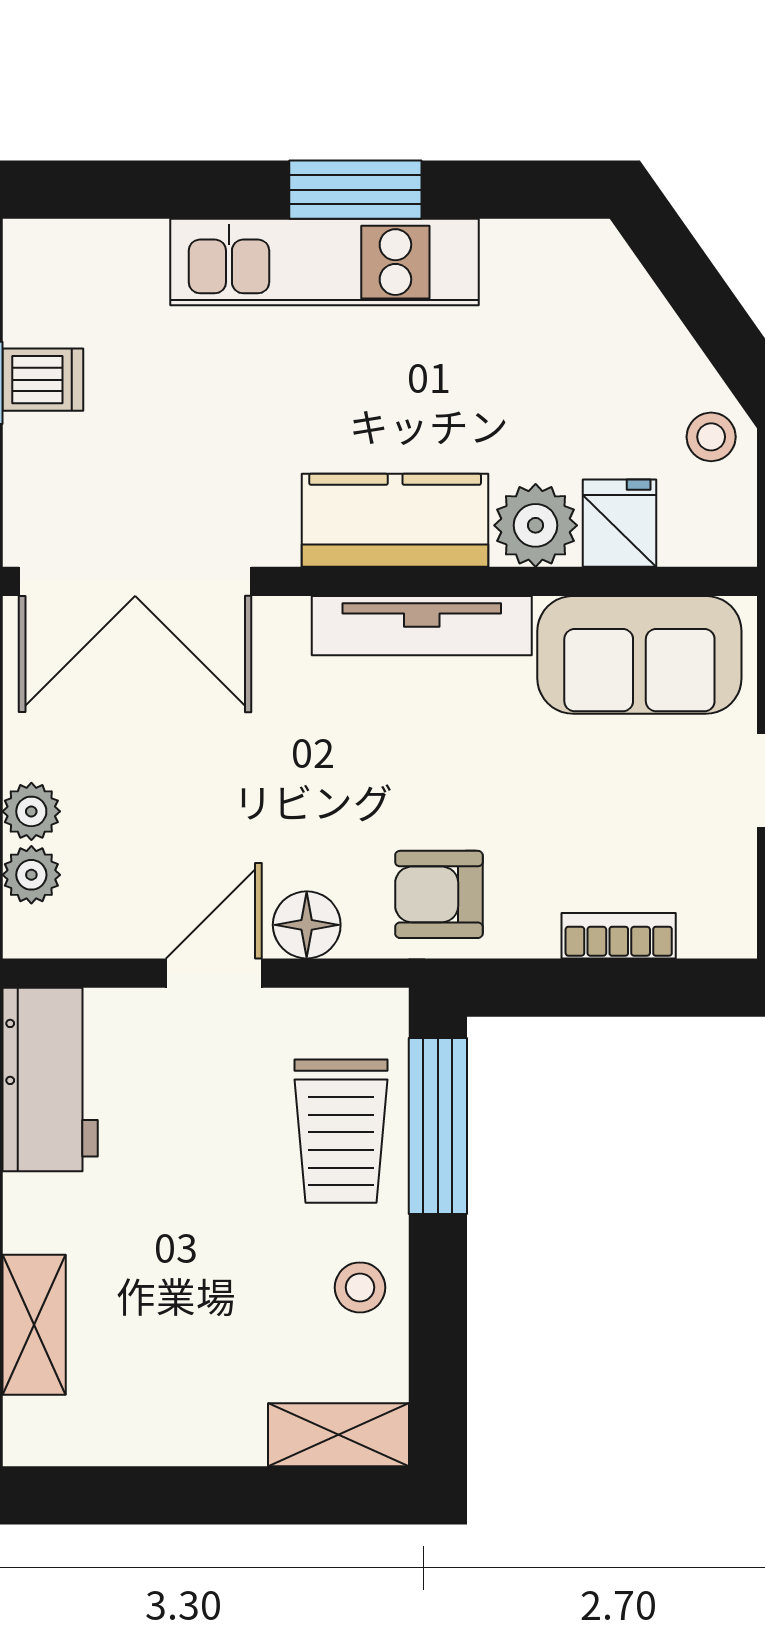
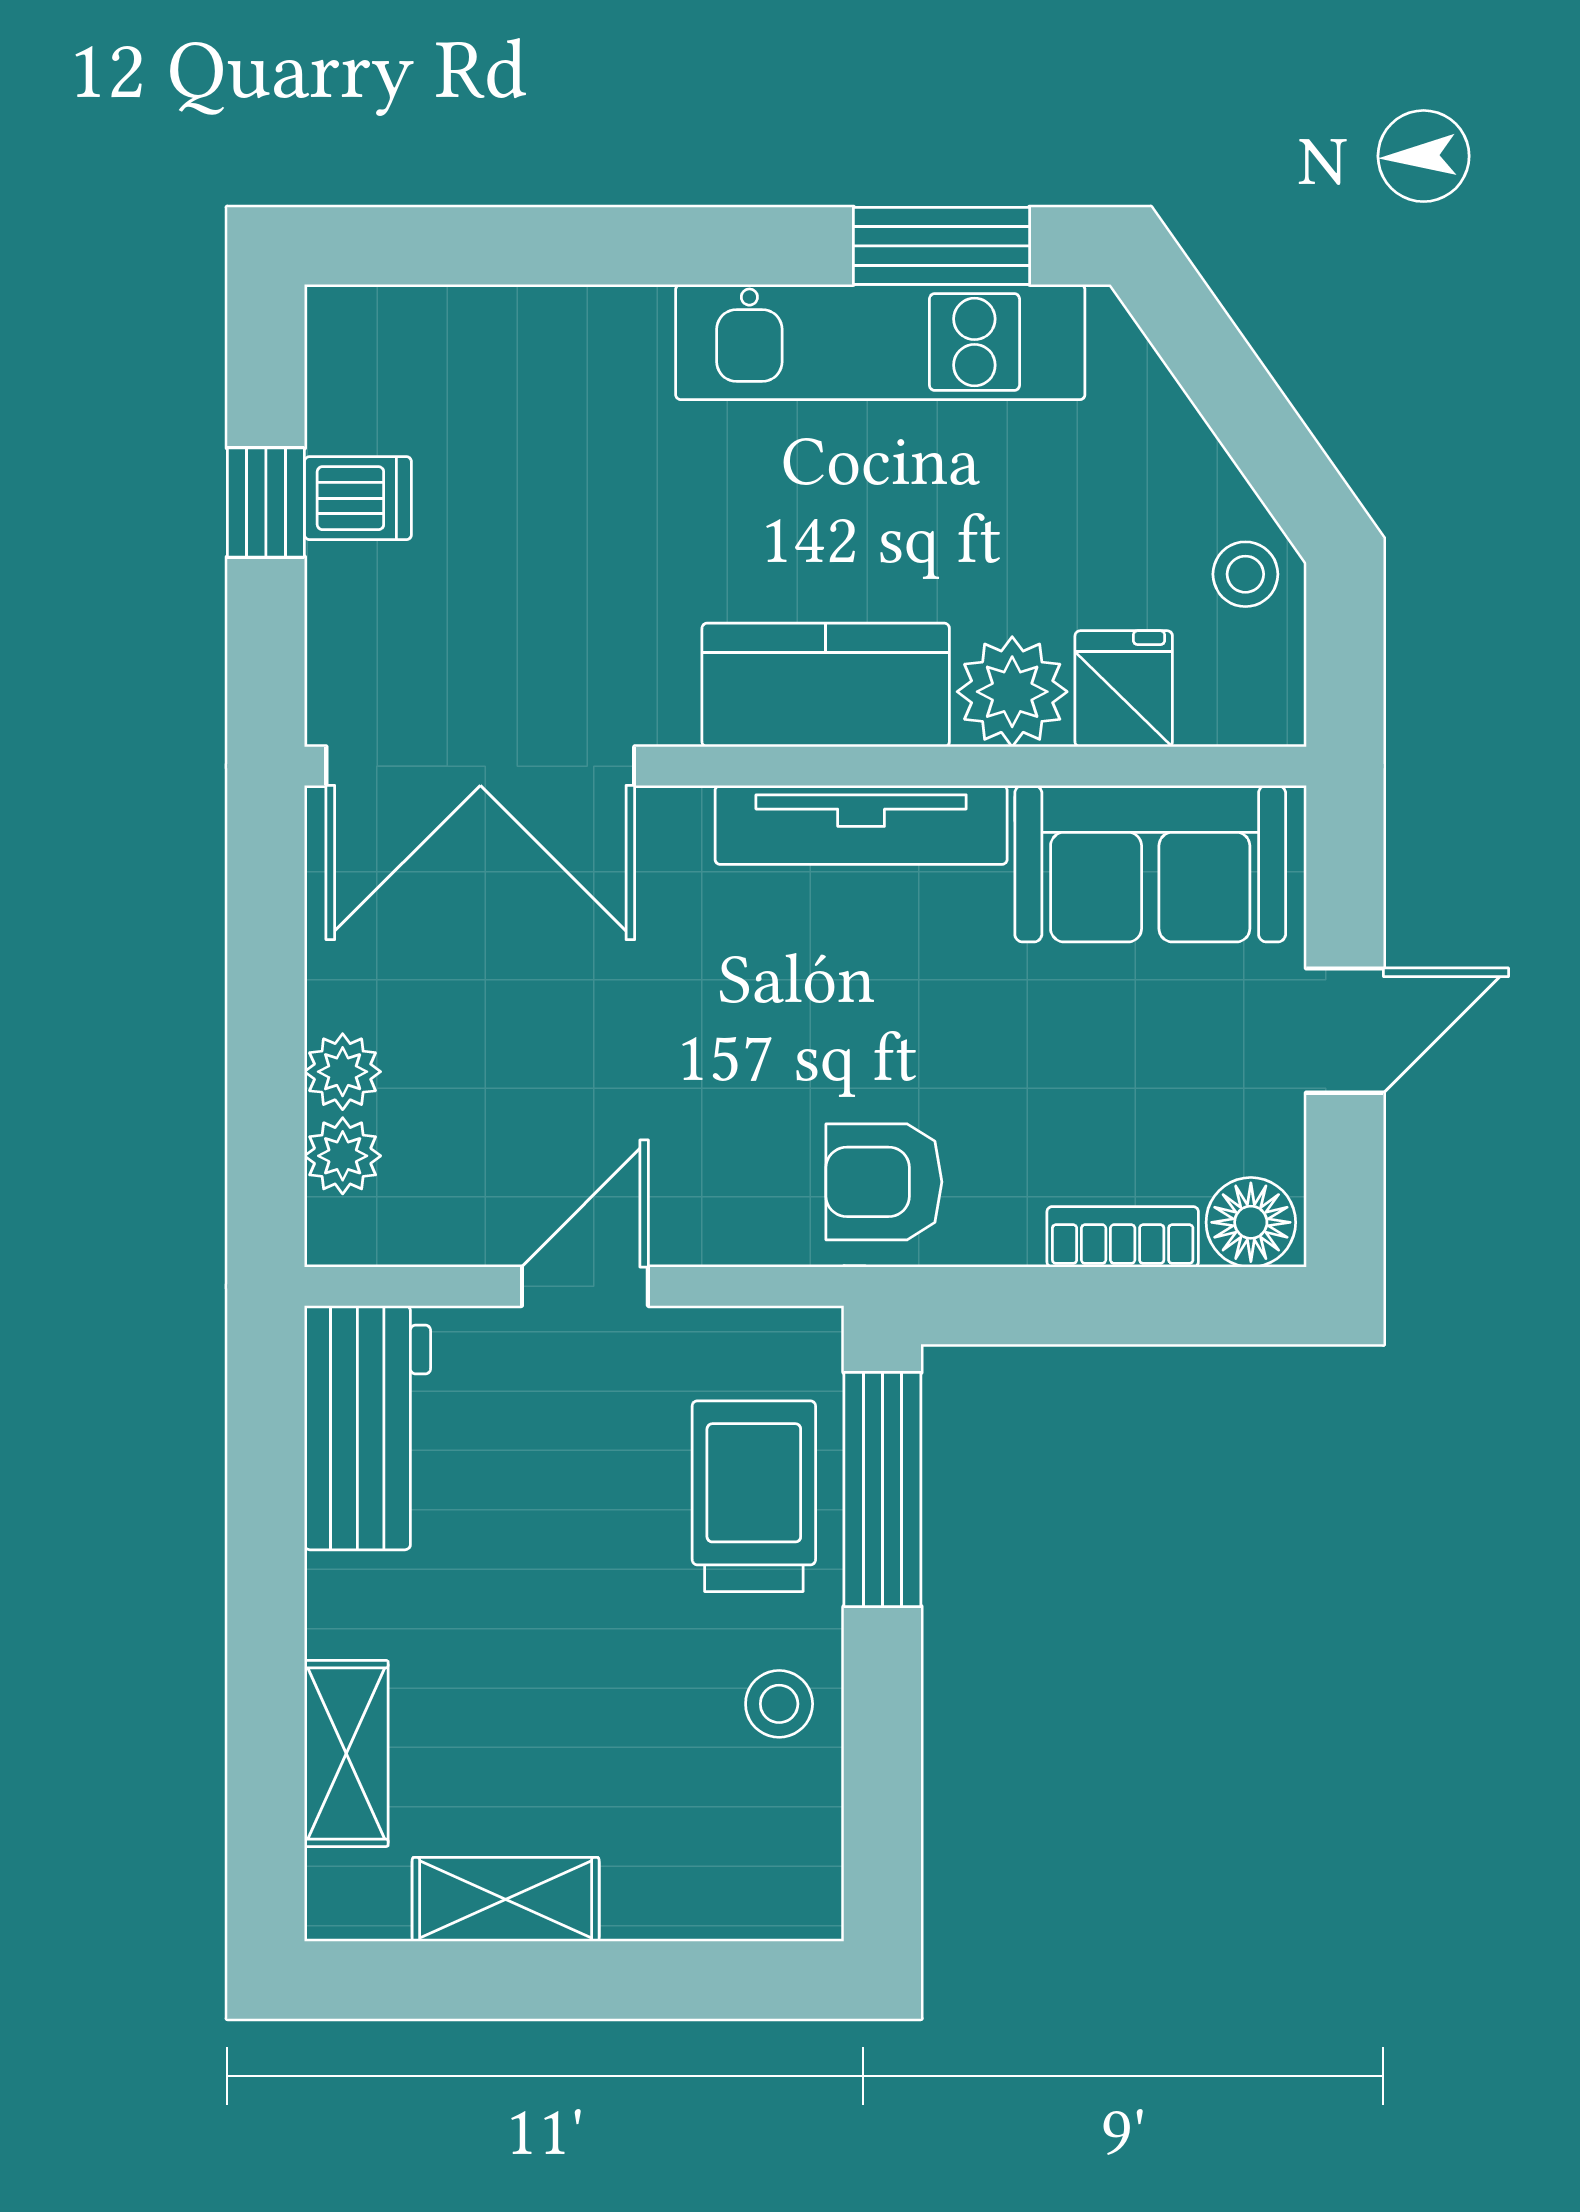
window: (355, 190) -> (942, 246), moved
kitchen unit: (325, 262) -> (880, 342), moved
floor lamp: (307, 925) -> (1251, 1222), moved
trolley: (341, 1131) -> (754, 1496), turned 180
shelving: (338, 1435) -> (506, 1899), moved

